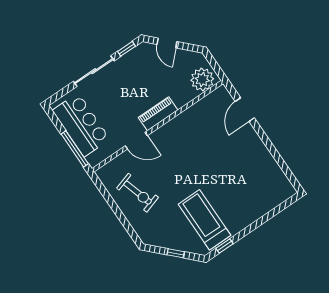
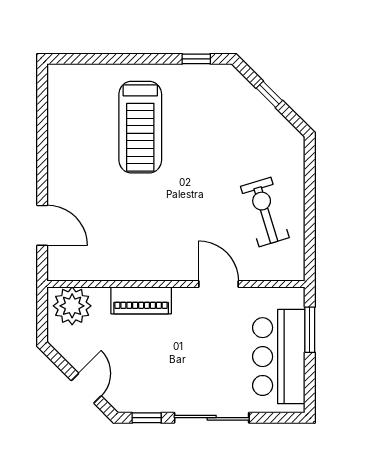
door: (245, 110) -> (42, 225), hinge flipped
piano: (158, 114) -> (141, 300), moved
window: (75, 149) -> (310, 330), width x0.69
treadmill: (205, 220) -> (140, 127), moved

